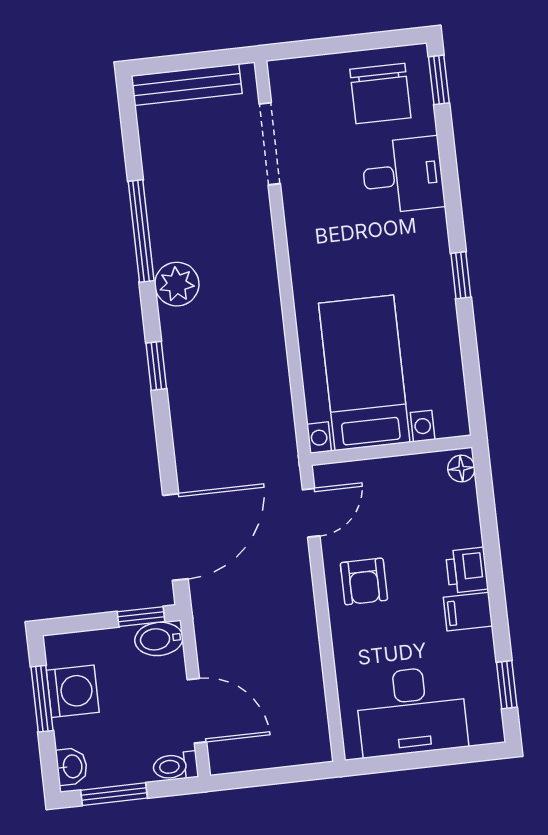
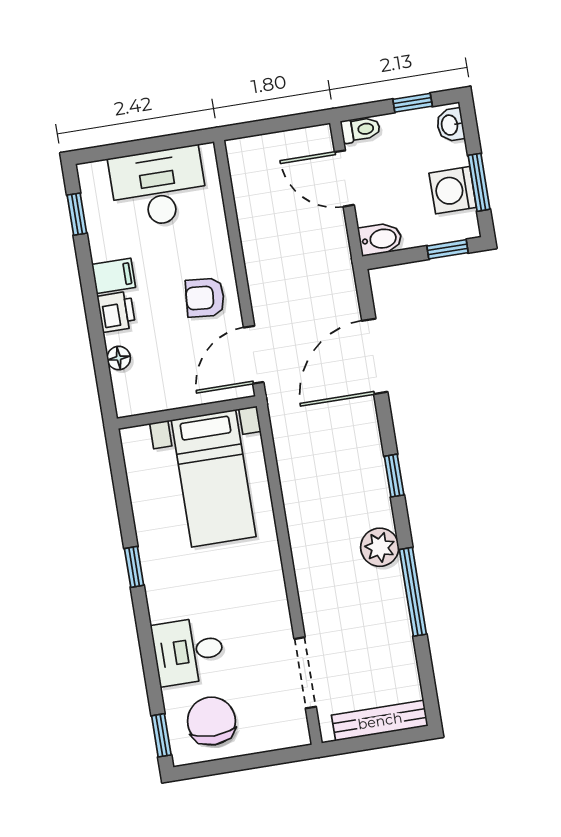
floor lamp: (461, 469) -> (119, 358), moved
door: (311, 513) -> (254, 355), width x1.38
door: (175, 537) -> (375, 356), moved
armchair: (364, 581) -> (205, 298), turned -85
window: (141, 617) -> (448, 249), moved
window: (114, 794) -> (413, 103), width x0.67

